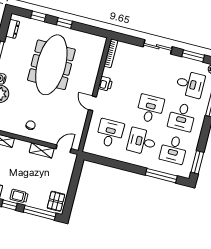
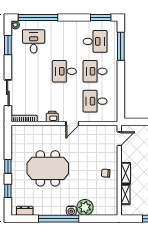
sliding door: (158, 47) -> (8, 93), moved
meeting table: (51, 65) -> (48, 168), width x0.73
desk: (182, 117) -> (64, 41), removed
desk: (142, 141) -> (95, 71), turned 90
door: (64, 149) -> (119, 139), swing flipped
shelving: (42, 150) -> (126, 173), moved

